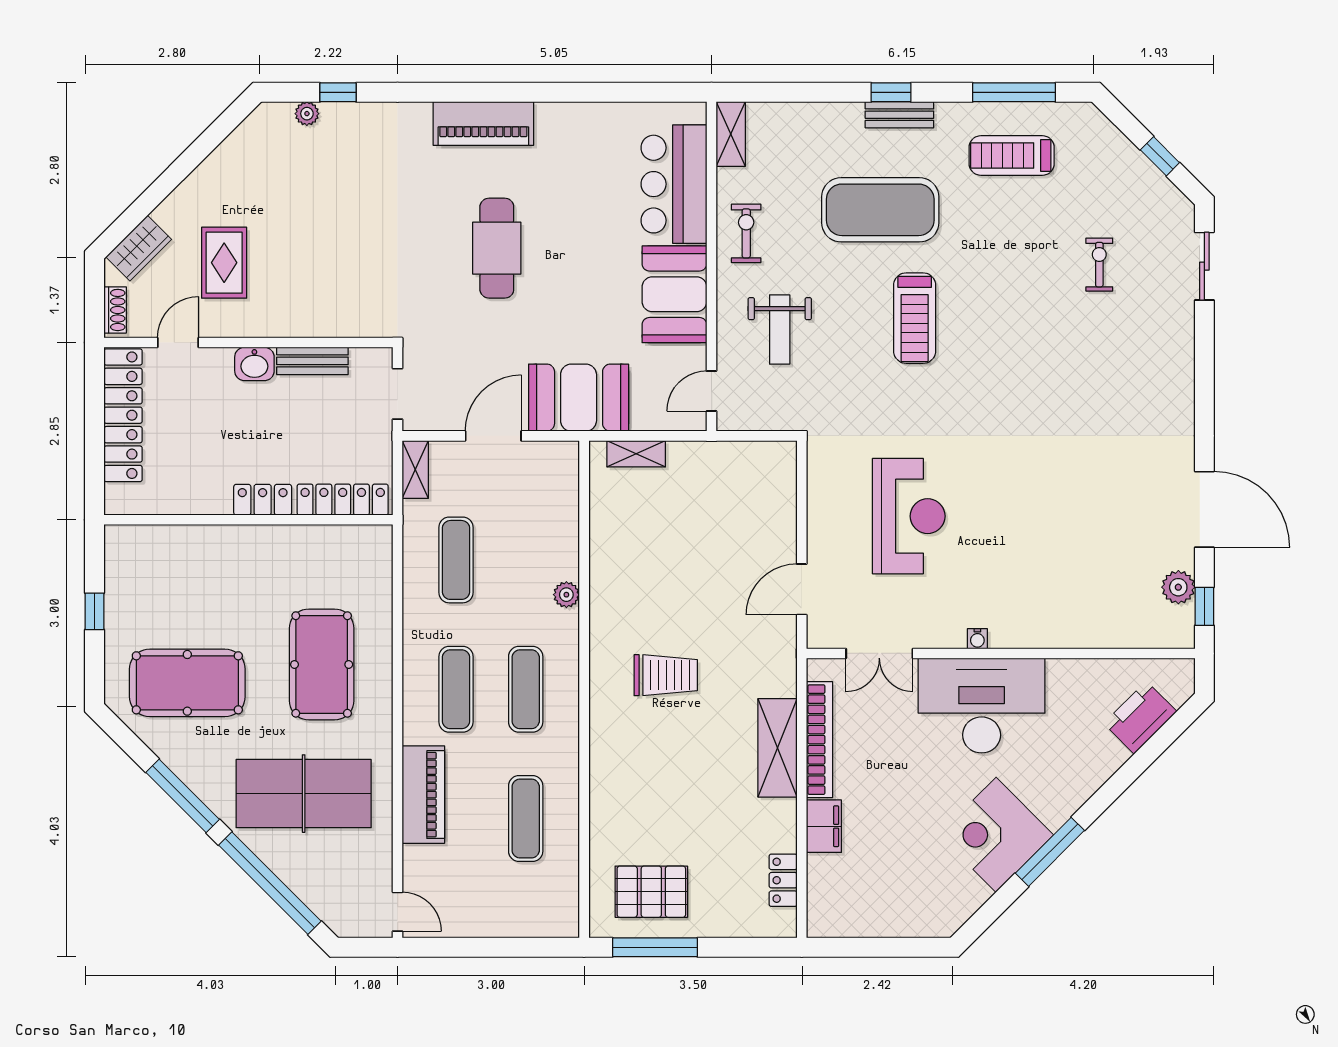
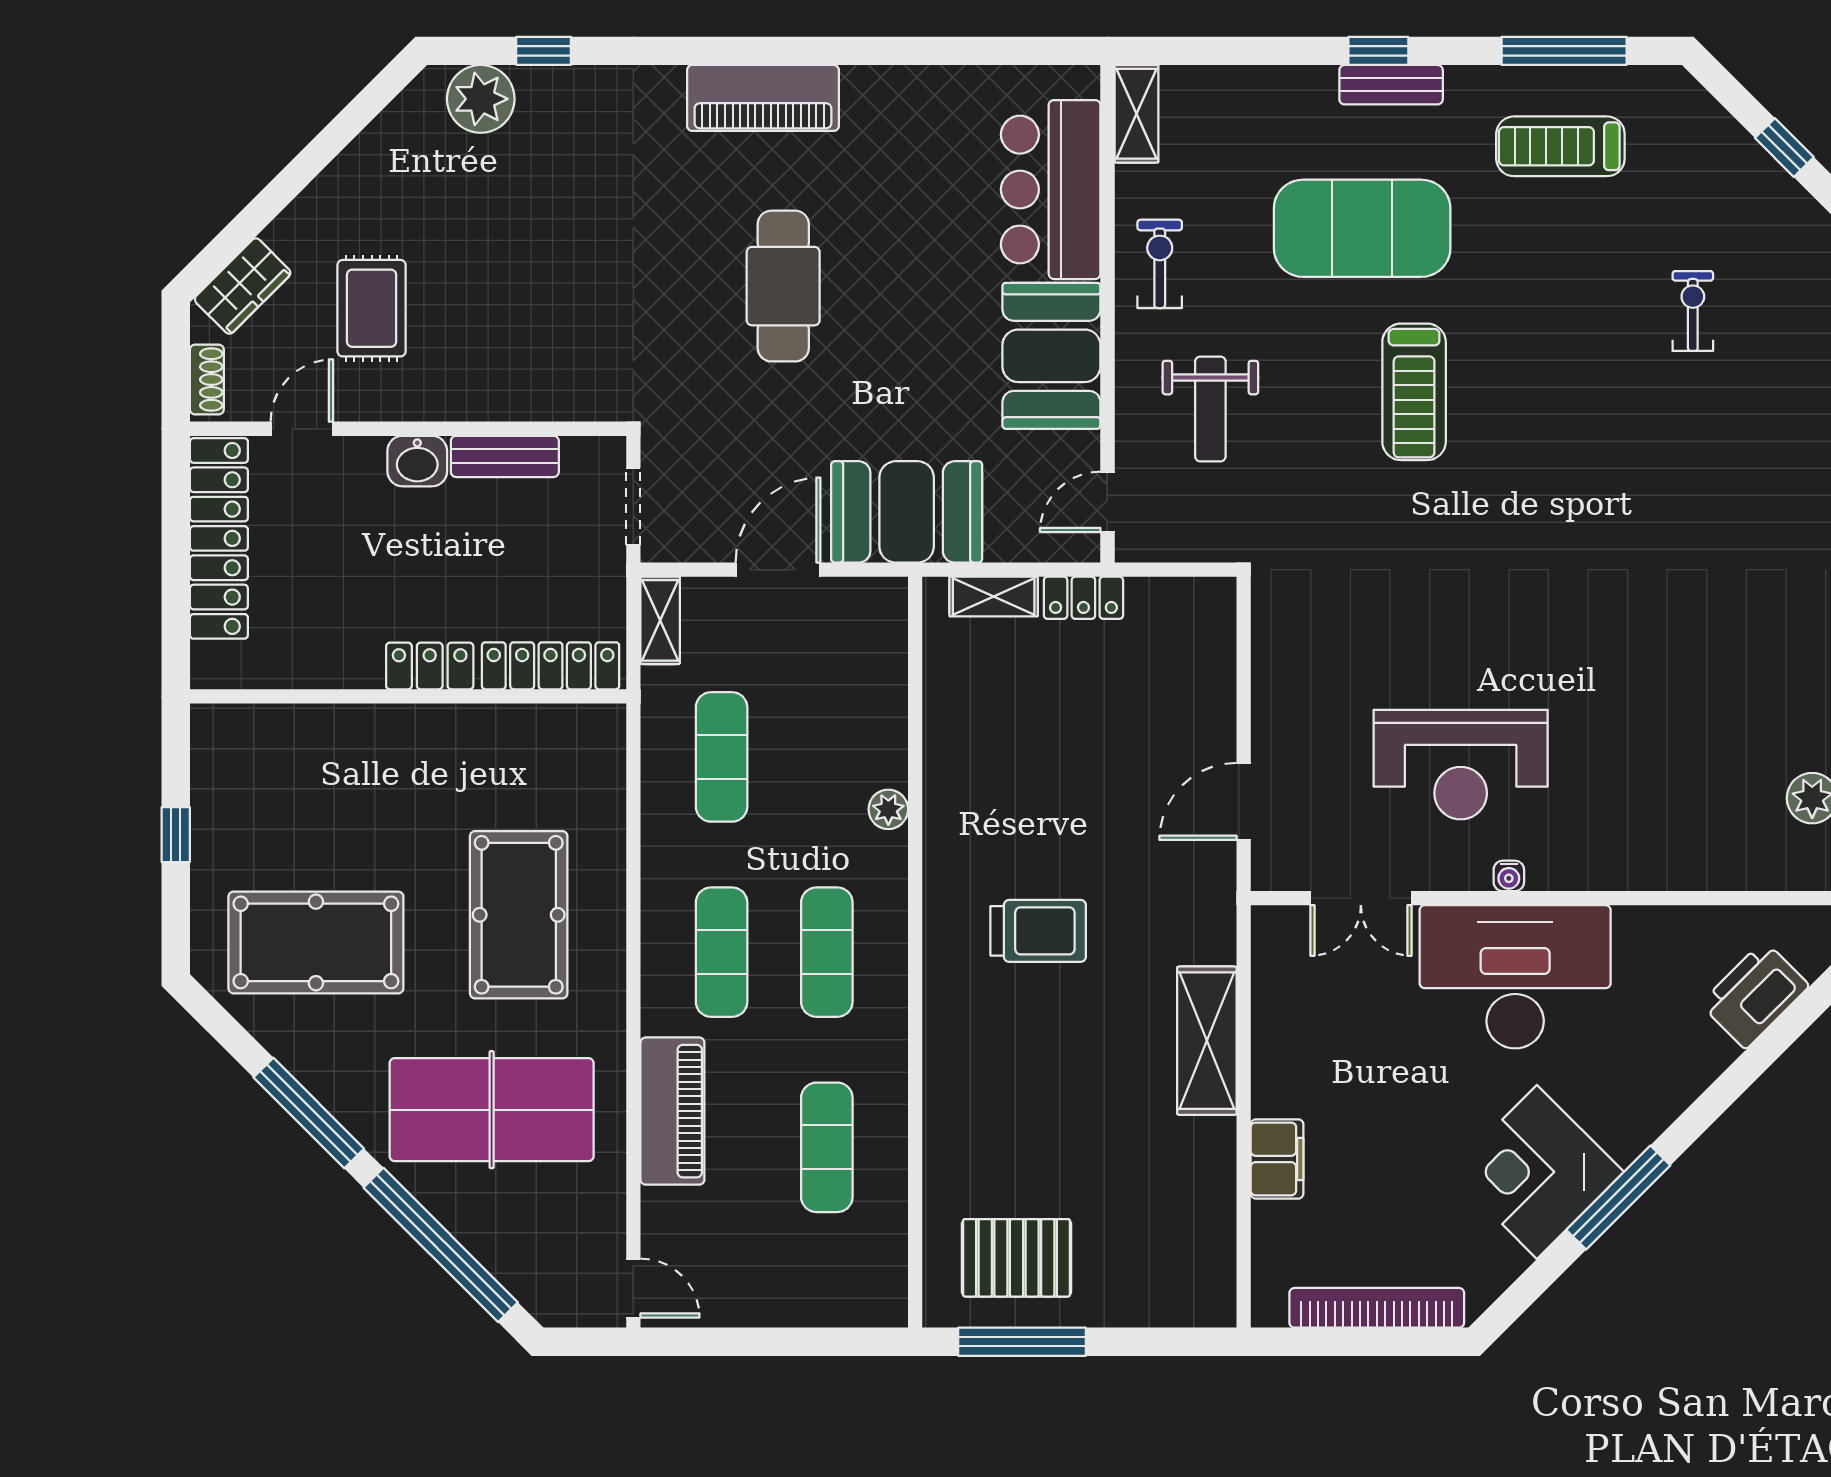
plant: (307, 114) -> (481, 99), width x1.87, depth x1.87
reception desk: (909, 516) -> (1461, 765), moved, turned 90
bookcase: (820, 740) -> (1377, 1308), moved, turned -90
locker: (783, 880) -> (1083, 598), moved, turned -90

